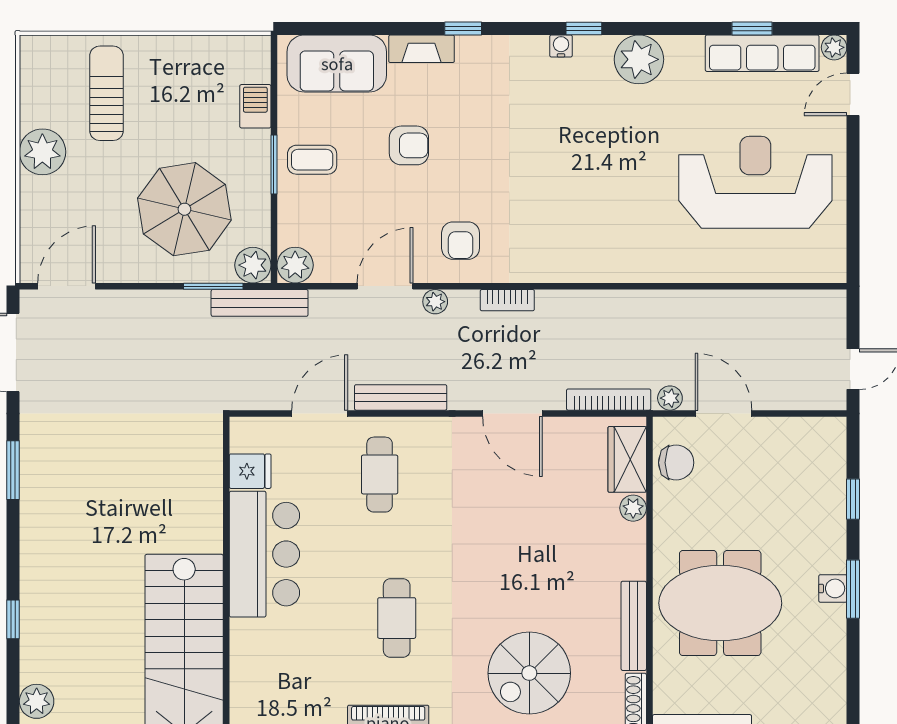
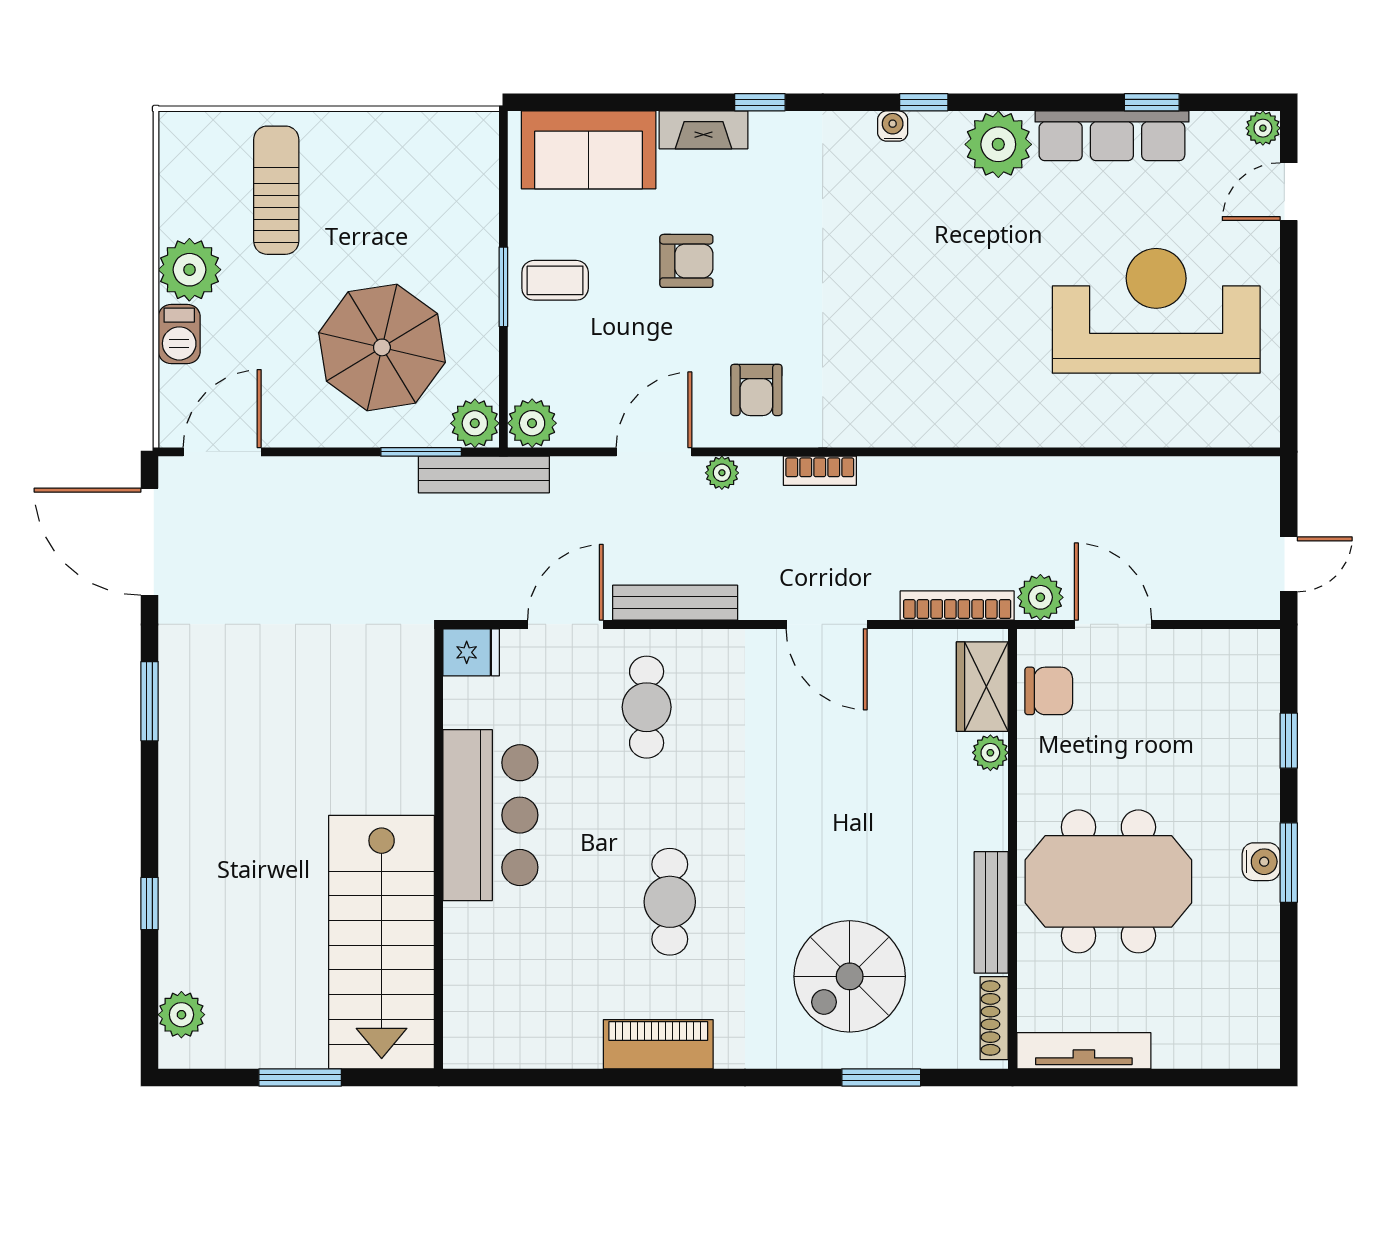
row of seats: (762, 53) -> (1112, 136), moved
barbecue: (255, 106) -> (179, 334), moved, turned 180
plant: (670, 398) -> (1040, 597), width x1.38, depth x1.38
fridge: (250, 471) -> (471, 652), moved

